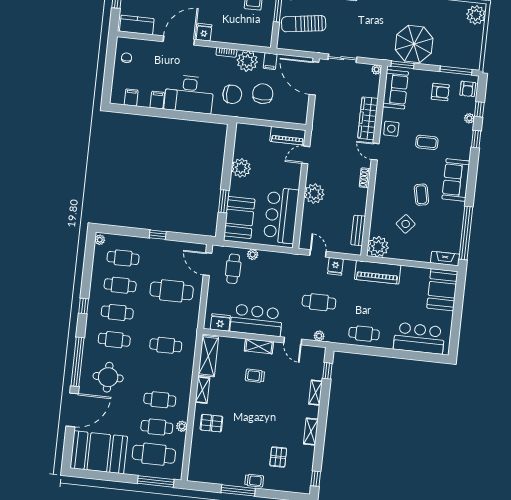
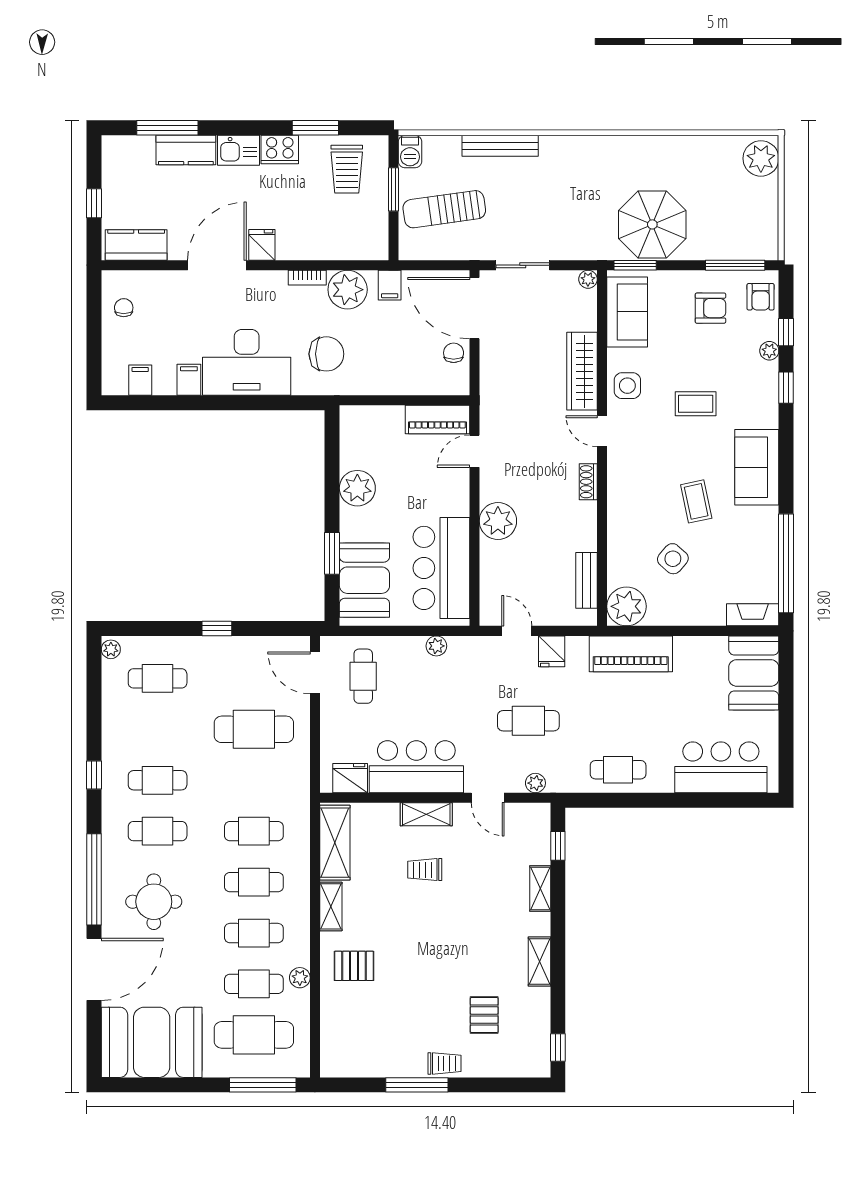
chair: (263, 94) -> (454, 353), moved, width x0.54, depth x0.54
plant: (253, 254) -> (436, 646), moved
cafe table: (120, 285) -> (254, 882), moved

